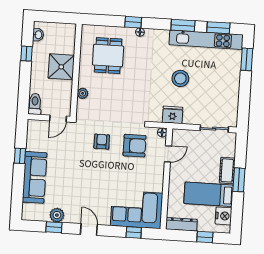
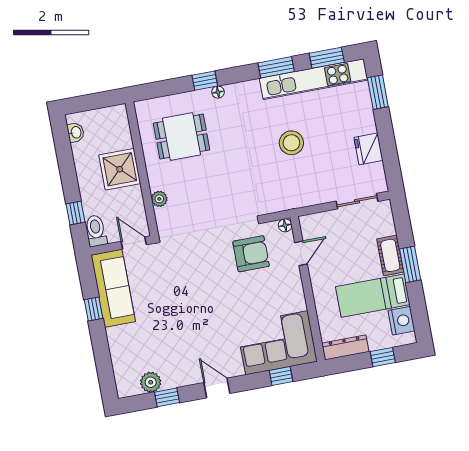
window: (26, 54) -> (75, 213), moved
dining table: (108, 56) -> (182, 137), turned 90
fridge: (173, 115) -> (368, 149), moved, turned -90
door: (58, 119) -> (134, 243), swing flipped
armchair: (102, 142) -> (203, 260), removed
sofa: (35, 177) -> (113, 288), moved
plant: (57, 215) -> (151, 382), moved

